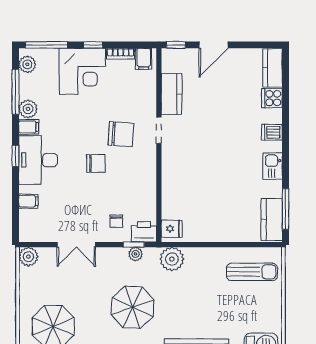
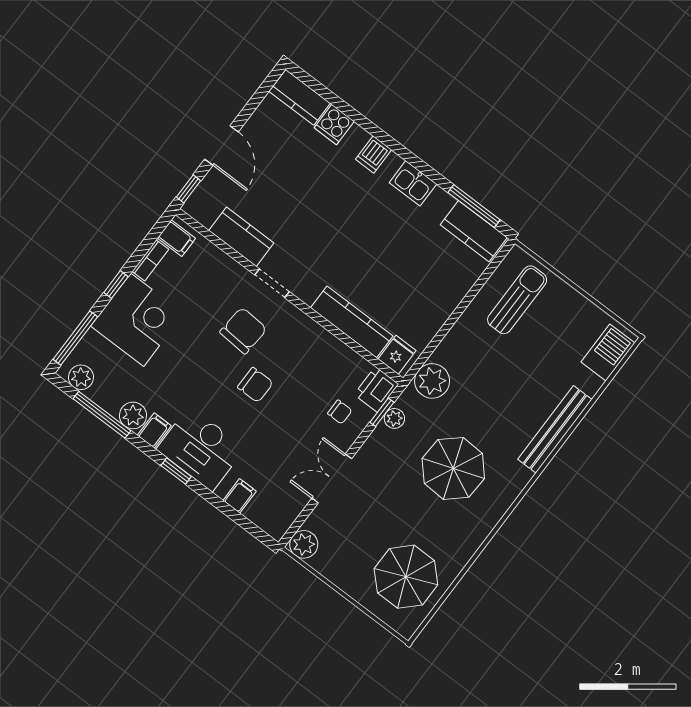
chair: (96, 163) -> (255, 385), turned 90
kitchen counter: (171, 190) -> (352, 322), added
double door: (76, 245) -> (332, 478), swing flipped

